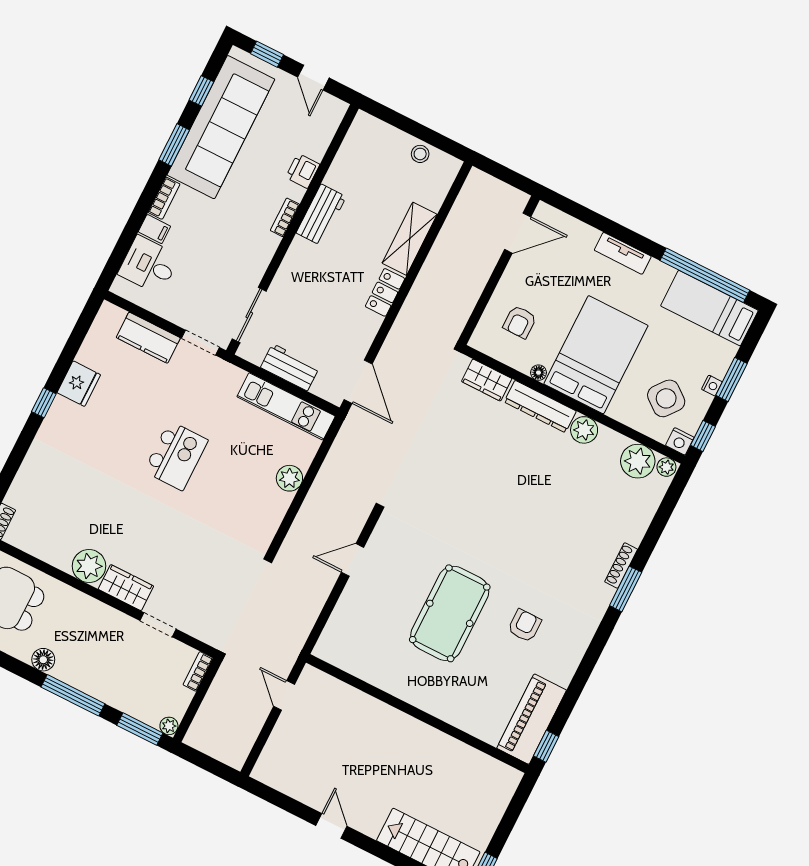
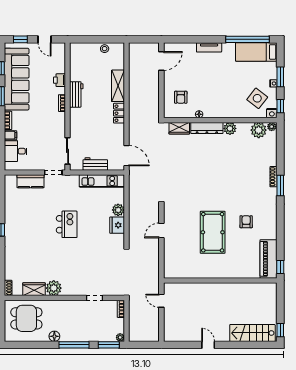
bed: (596, 355) -> (219, 95), removed
fridge: (79, 384) -> (117, 225), moved, turned 180
wardrobe: (126, 588) -> (34, 289), moved

